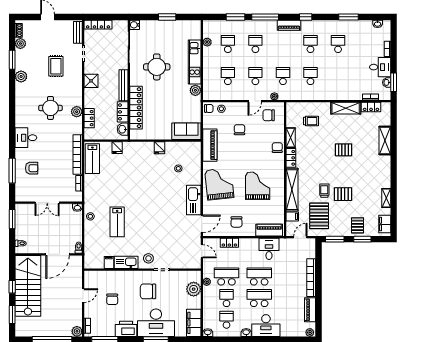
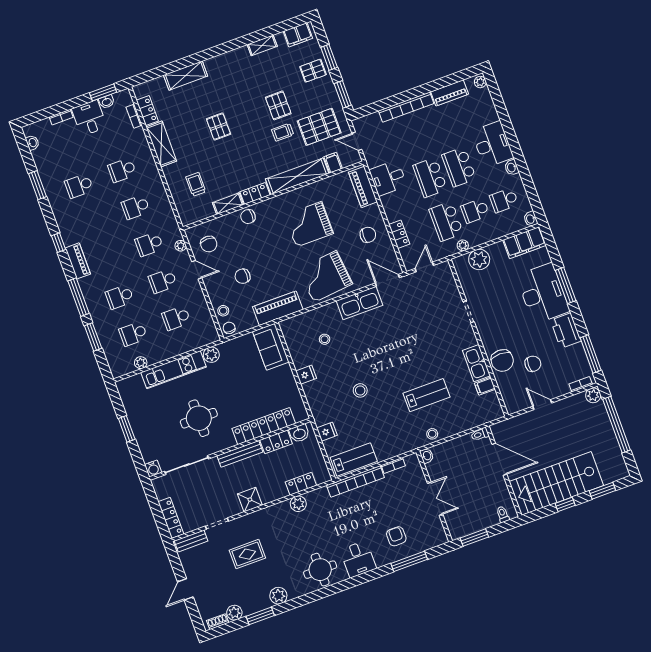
school desk: (310, 44) -> (122, 170), moved
round table: (50, 108) -> (320, 570), moved
stool: (148, 258) -> (360, 390), moved
chair: (148, 291) -> (502, 361), moved

